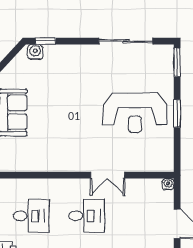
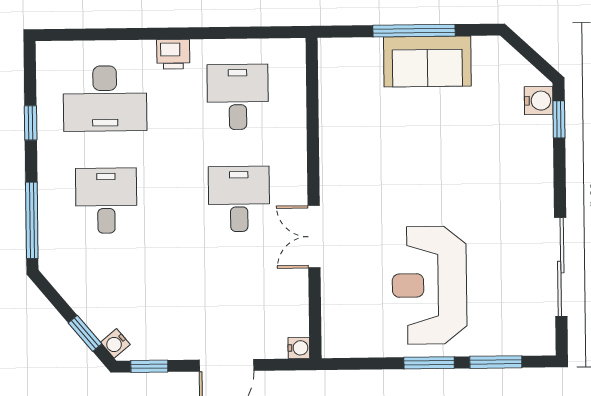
window: (177, 62) -> (496, 362), moved
desk: (31, 216) -> (238, 97), turned 180
desk: (87, 216) -> (239, 199), turned 180

